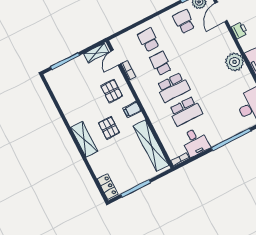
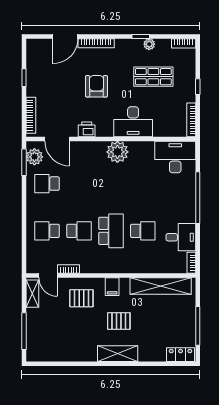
school desk: (161, 64) -> (79, 231), turned 180
school desk: (185, 111) -> (143, 231), width x0.54

